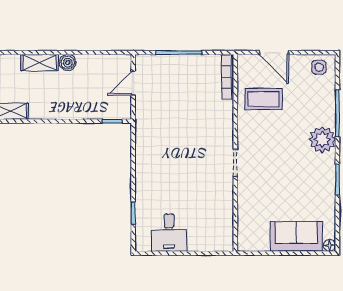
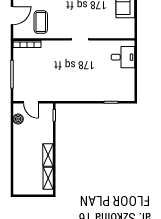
shelving: (40, 63) -> (48, 155), moved
boiler: (68, 63) -> (18, 119), moved
desk: (169, 233) -> (123, 57), moved

